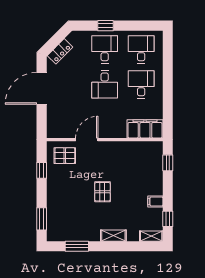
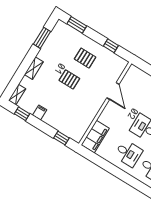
pallet: (65, 156) -> (85, 58), moved, turned 90

